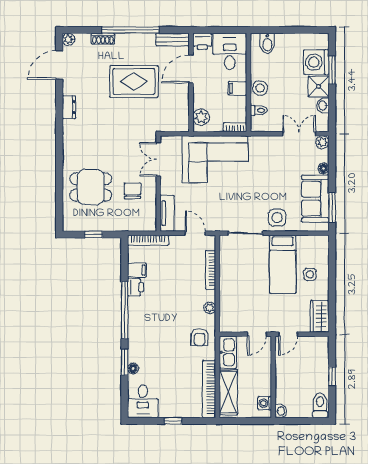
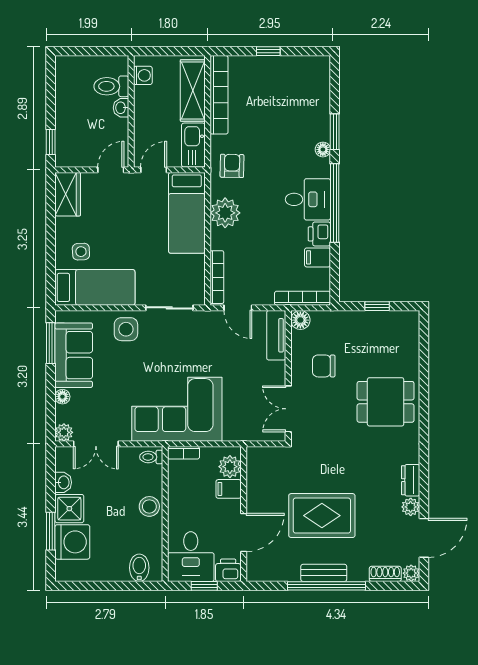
window: (220, 30) -> (204, 586), added
shoe rack: (103, 39) -> (385, 574), moved
bench: (172, 39) -> (324, 573), moved
plant: (69, 88) -> (411, 507), added
filing cabinet: (237, 88) -> (229, 489), moved, turned 180
toilet: (259, 110) -> (151, 457), moved
double door: (158, 159) -> (288, 409), swing flipped
corner sofa: (215, 159) -> (177, 409), moved
dining table: (91, 187) -> (386, 402), moved
chair: (132, 191) -> (324, 366), turned 90
floor lamp: (150, 224) -> (300, 320), added
bed: (283, 264) -> (95, 287), moved, turned 90
bookcase: (211, 270) -> (217, 277), moved
bed: (233, 303) -> (187, 213), added
plant: (210, 308) -> (225, 213), width x1.87, depth x1.87
floor lamp: (133, 369) -> (323, 150), moved
window: (332, 376) -> (51, 142), moved
desk: (143, 401) -> (308, 199), moved, turned 90
toilet: (320, 405) -> (111, 86), moved, turned 90
washbasin: (281, 411) -> (121, 108), moved

